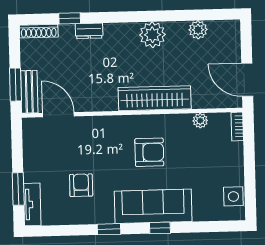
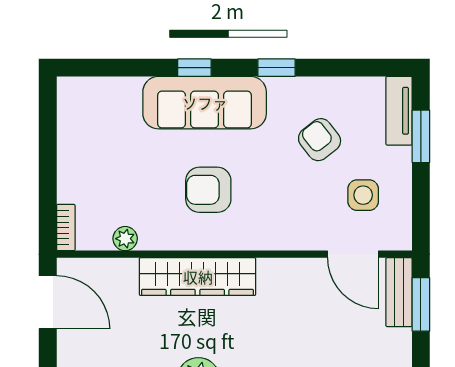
armchair: (81, 185) -> (320, 140), turned 142
side table: (233, 196) -> (363, 195), moved

